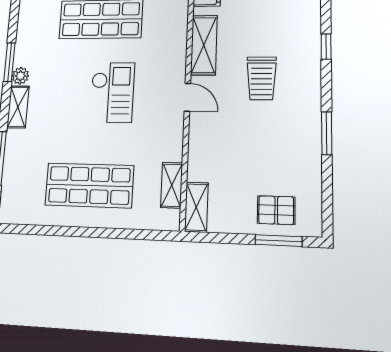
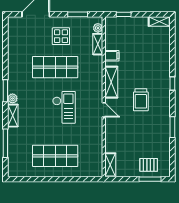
shelving: (172, 185) -> (97, 155), removed

